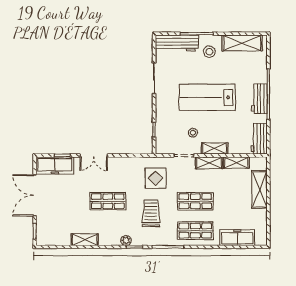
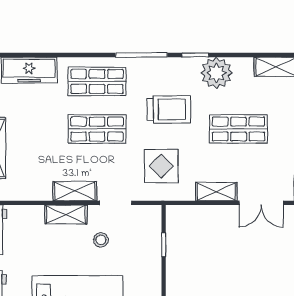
double door: (94, 156) -> (261, 203), swing flipped
shelving: (236, 163) -> (216, 192), moved
trolley: (151, 213) -> (169, 109), turned -90
plant: (126, 240) -> (216, 73), width x1.87, depth x1.87

